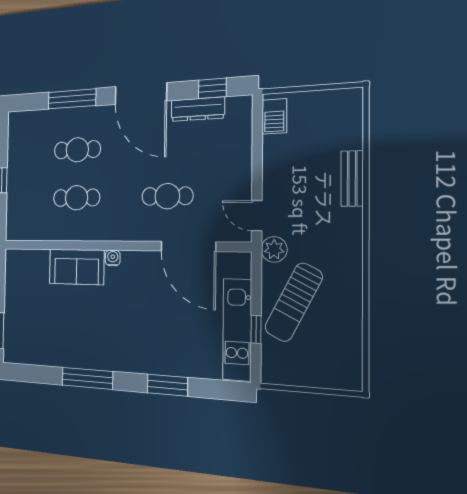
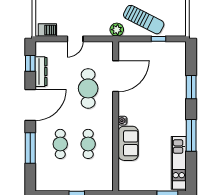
cafe table: (167, 196) -> (88, 88), width x1.37, depth x1.35
door: (257, 216) -> (75, 39), moved
kitchen unit: (237, 330) -> (179, 163), moved, turned 90

